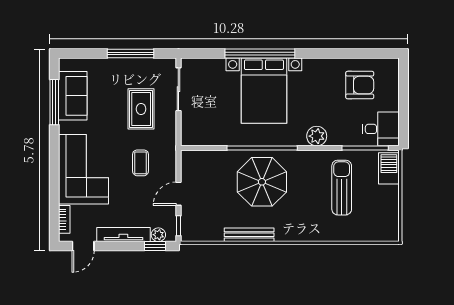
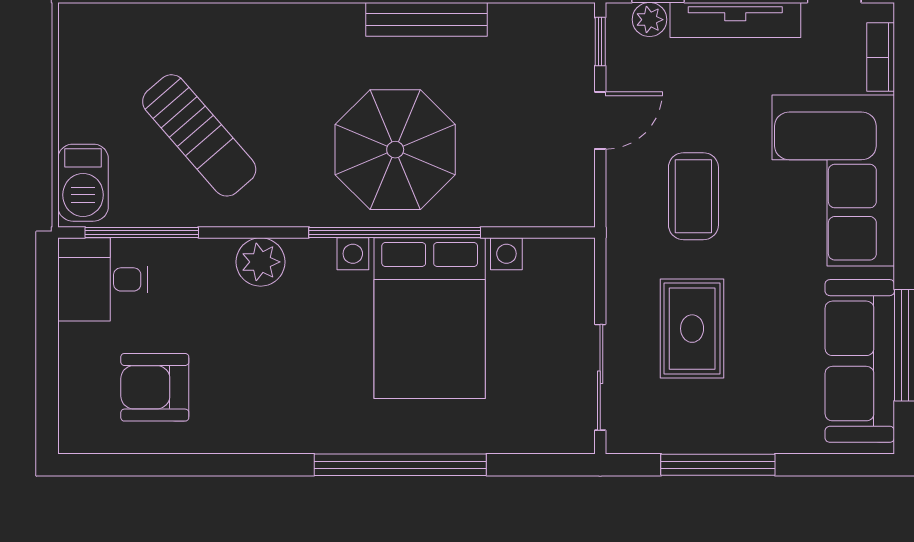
bed with nightstands: (264, 91) -> (430, 318), moved, turned 180
sofa: (73, 96) -> (860, 361), width x1.36
coffee table: (141, 163) -> (693, 196), width x1.36, depth x1.30
sun lounger: (342, 188) -> (199, 135), turned -41

